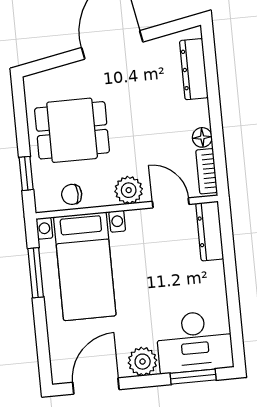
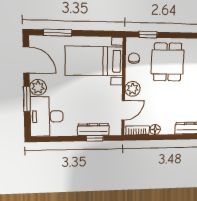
dresser: (210, 231) -> (93, 130), moved
window: (228, 250) -> (95, 138), added
window: (36, 273) -> (58, 33), moved
window: (193, 377) -> (27, 99), moved

